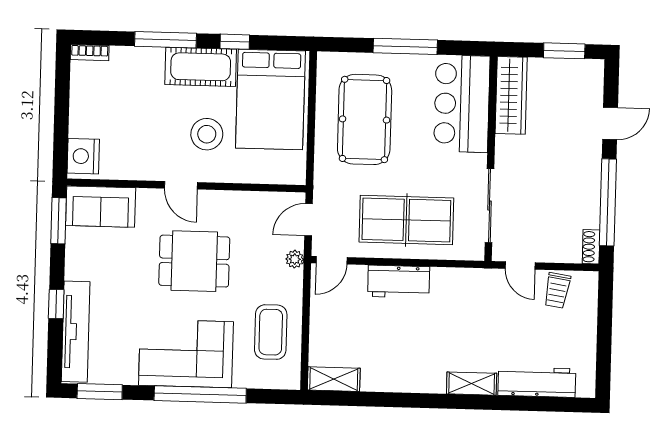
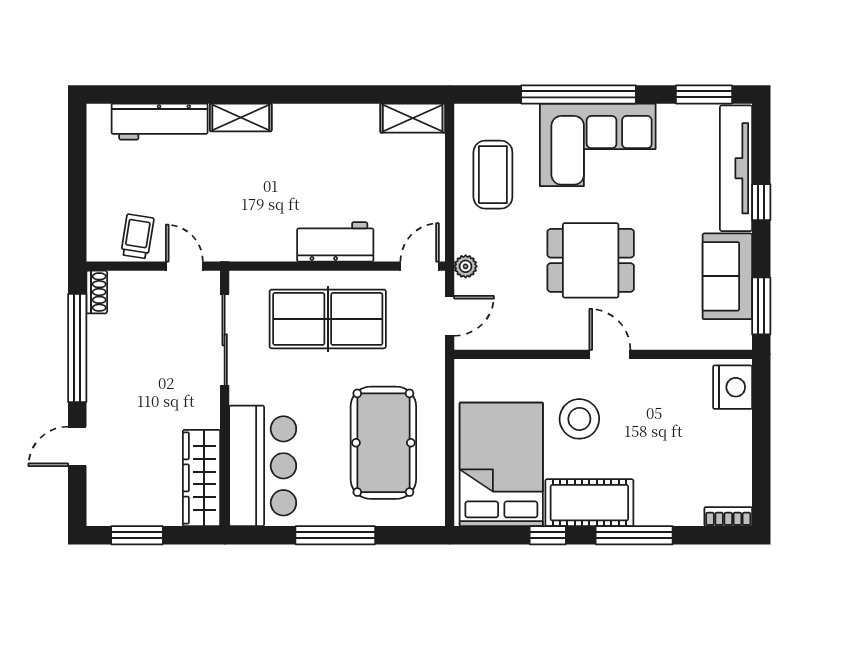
sofa: (101, 207) -> (727, 276), moved, turned -90

